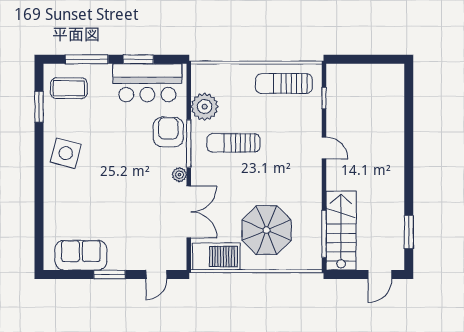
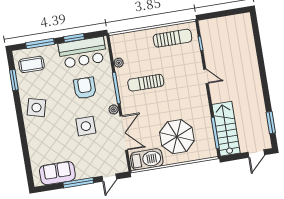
sun lounger: (284, 84) -> (173, 38), turned 180
plant: (205, 107) -> (119, 63), width x0.53, depth x0.53
armchair: (168, 132) -> (85, 88), moved
side table: (134, 193) -> (86, 126), added
window: (109, 274) -> (78, 183), width x1.44

